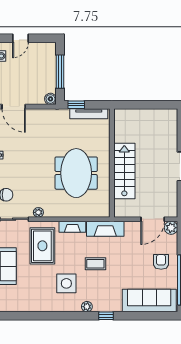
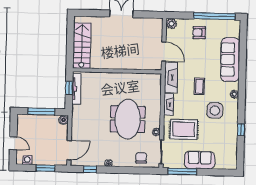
window: (76, 105) -> (69, 88), moved
stairs: (124, 171) -> (82, 46), moved, turned 90
meeting table: (76, 173) -> (128, 119), moved, turned 90
door: (153, 219) -> (164, 52), moved
sofa: (149, 301) -> (230, 60), moved
window: (106, 316) -> (241, 130), moved

